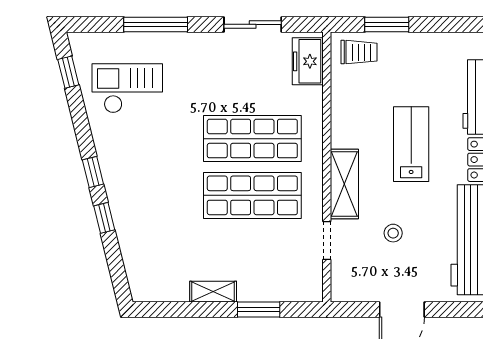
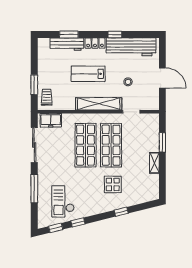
sliding door: (253, 24) -> (34, 145), width x1.37
window: (93, 172) -> (78, 222), moved
shelving: (344, 184) -> (99, 104), width x1.47
display table: (165, 199) -> (113, 184), added

